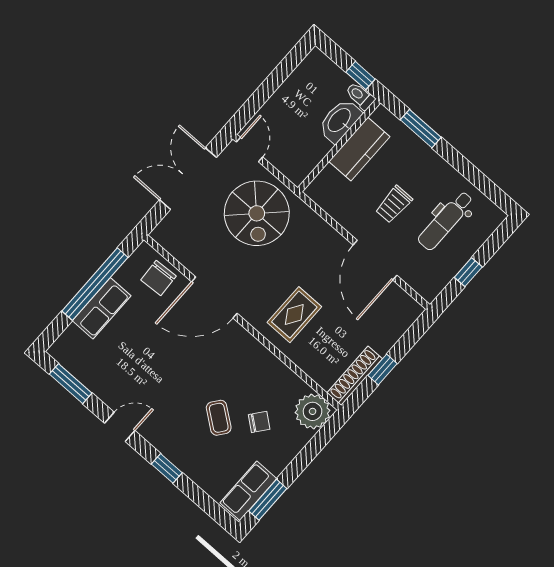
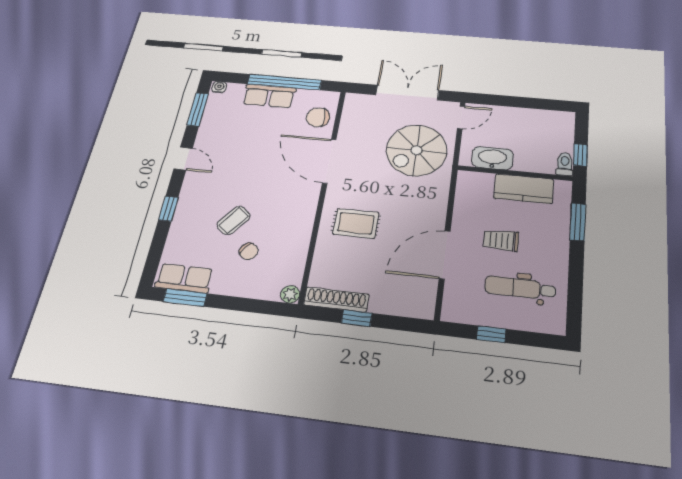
washbasin: (340, 121) -> (492, 158), moved
water cooler: (57, 349) -> (219, 87), added
plant: (313, 411) -> (290, 294), width x0.53, depth x0.53

